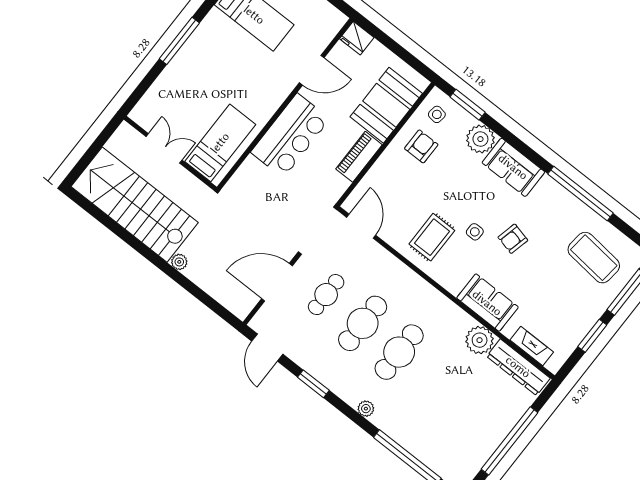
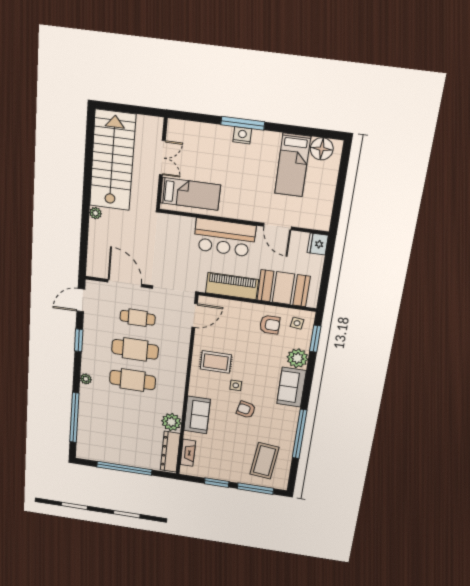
nightstand: (191, 49) -> (242, 135), added
piano: (359, 157) -> (232, 286), width x1.37, depth x1.33

